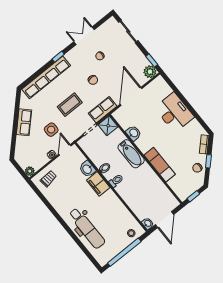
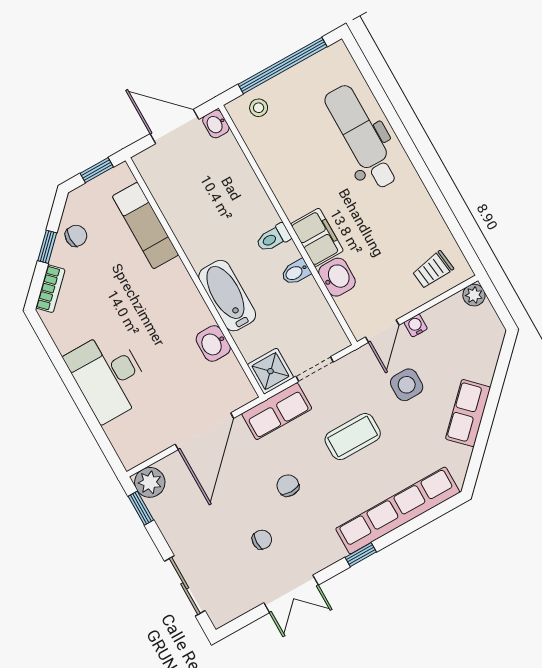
exam couch: (160, 165) -> (146, 226), moved
door: (164, 220) -> (174, 126), hinge flipped

